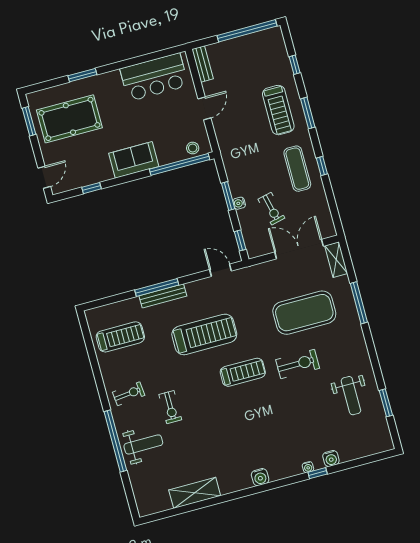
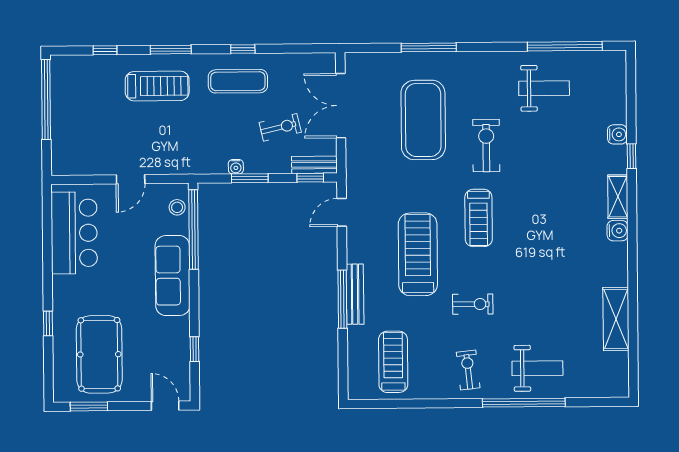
bench: (203, 64) -> (314, 165), moved
window: (82, 75) -> (48, 323), width x0.67
door: (204, 108) -> (131, 179), swing flipped
sofa: (134, 160) -> (173, 276), width x1.36
water cooler: (239, 203) -> (236, 167), moved
shelving: (336, 260) -> (618, 197), moved, turned 90
treadmill: (243, 372) -> (479, 218), turned 180
window: (386, 403) -> (565, 46), width x2.11
exercise bike: (170, 407) -> (473, 304), moved
weight bench: (143, 444) -> (537, 368), turned 90
water cooler: (308, 467) -> (621, 166), removed

